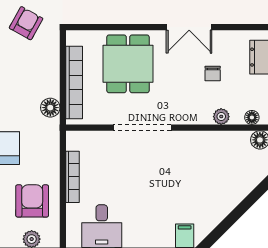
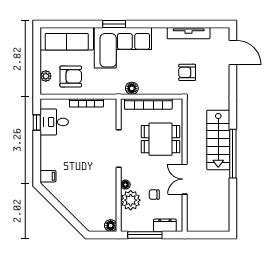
armchair: (26, 23) -> (187, 72), turned 151
plant: (221, 117) -> (131, 200), width x1.88, depth x1.88
floor lamp: (252, 117) -> (125, 185), moved

